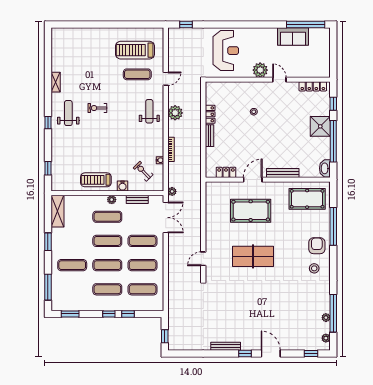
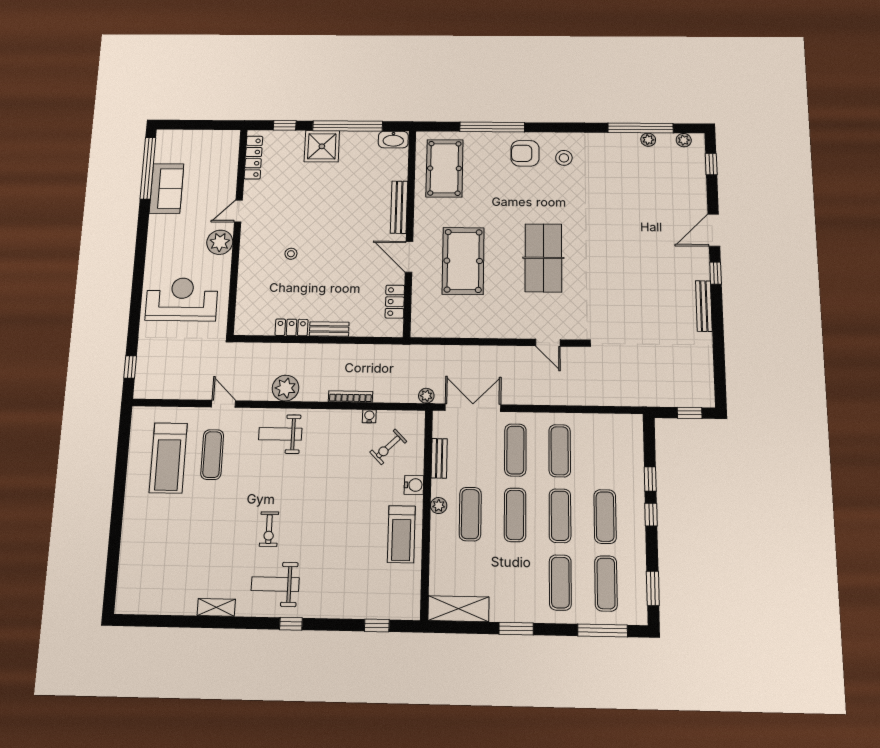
exercise mat: (143, 289) -> (606, 583), moved

